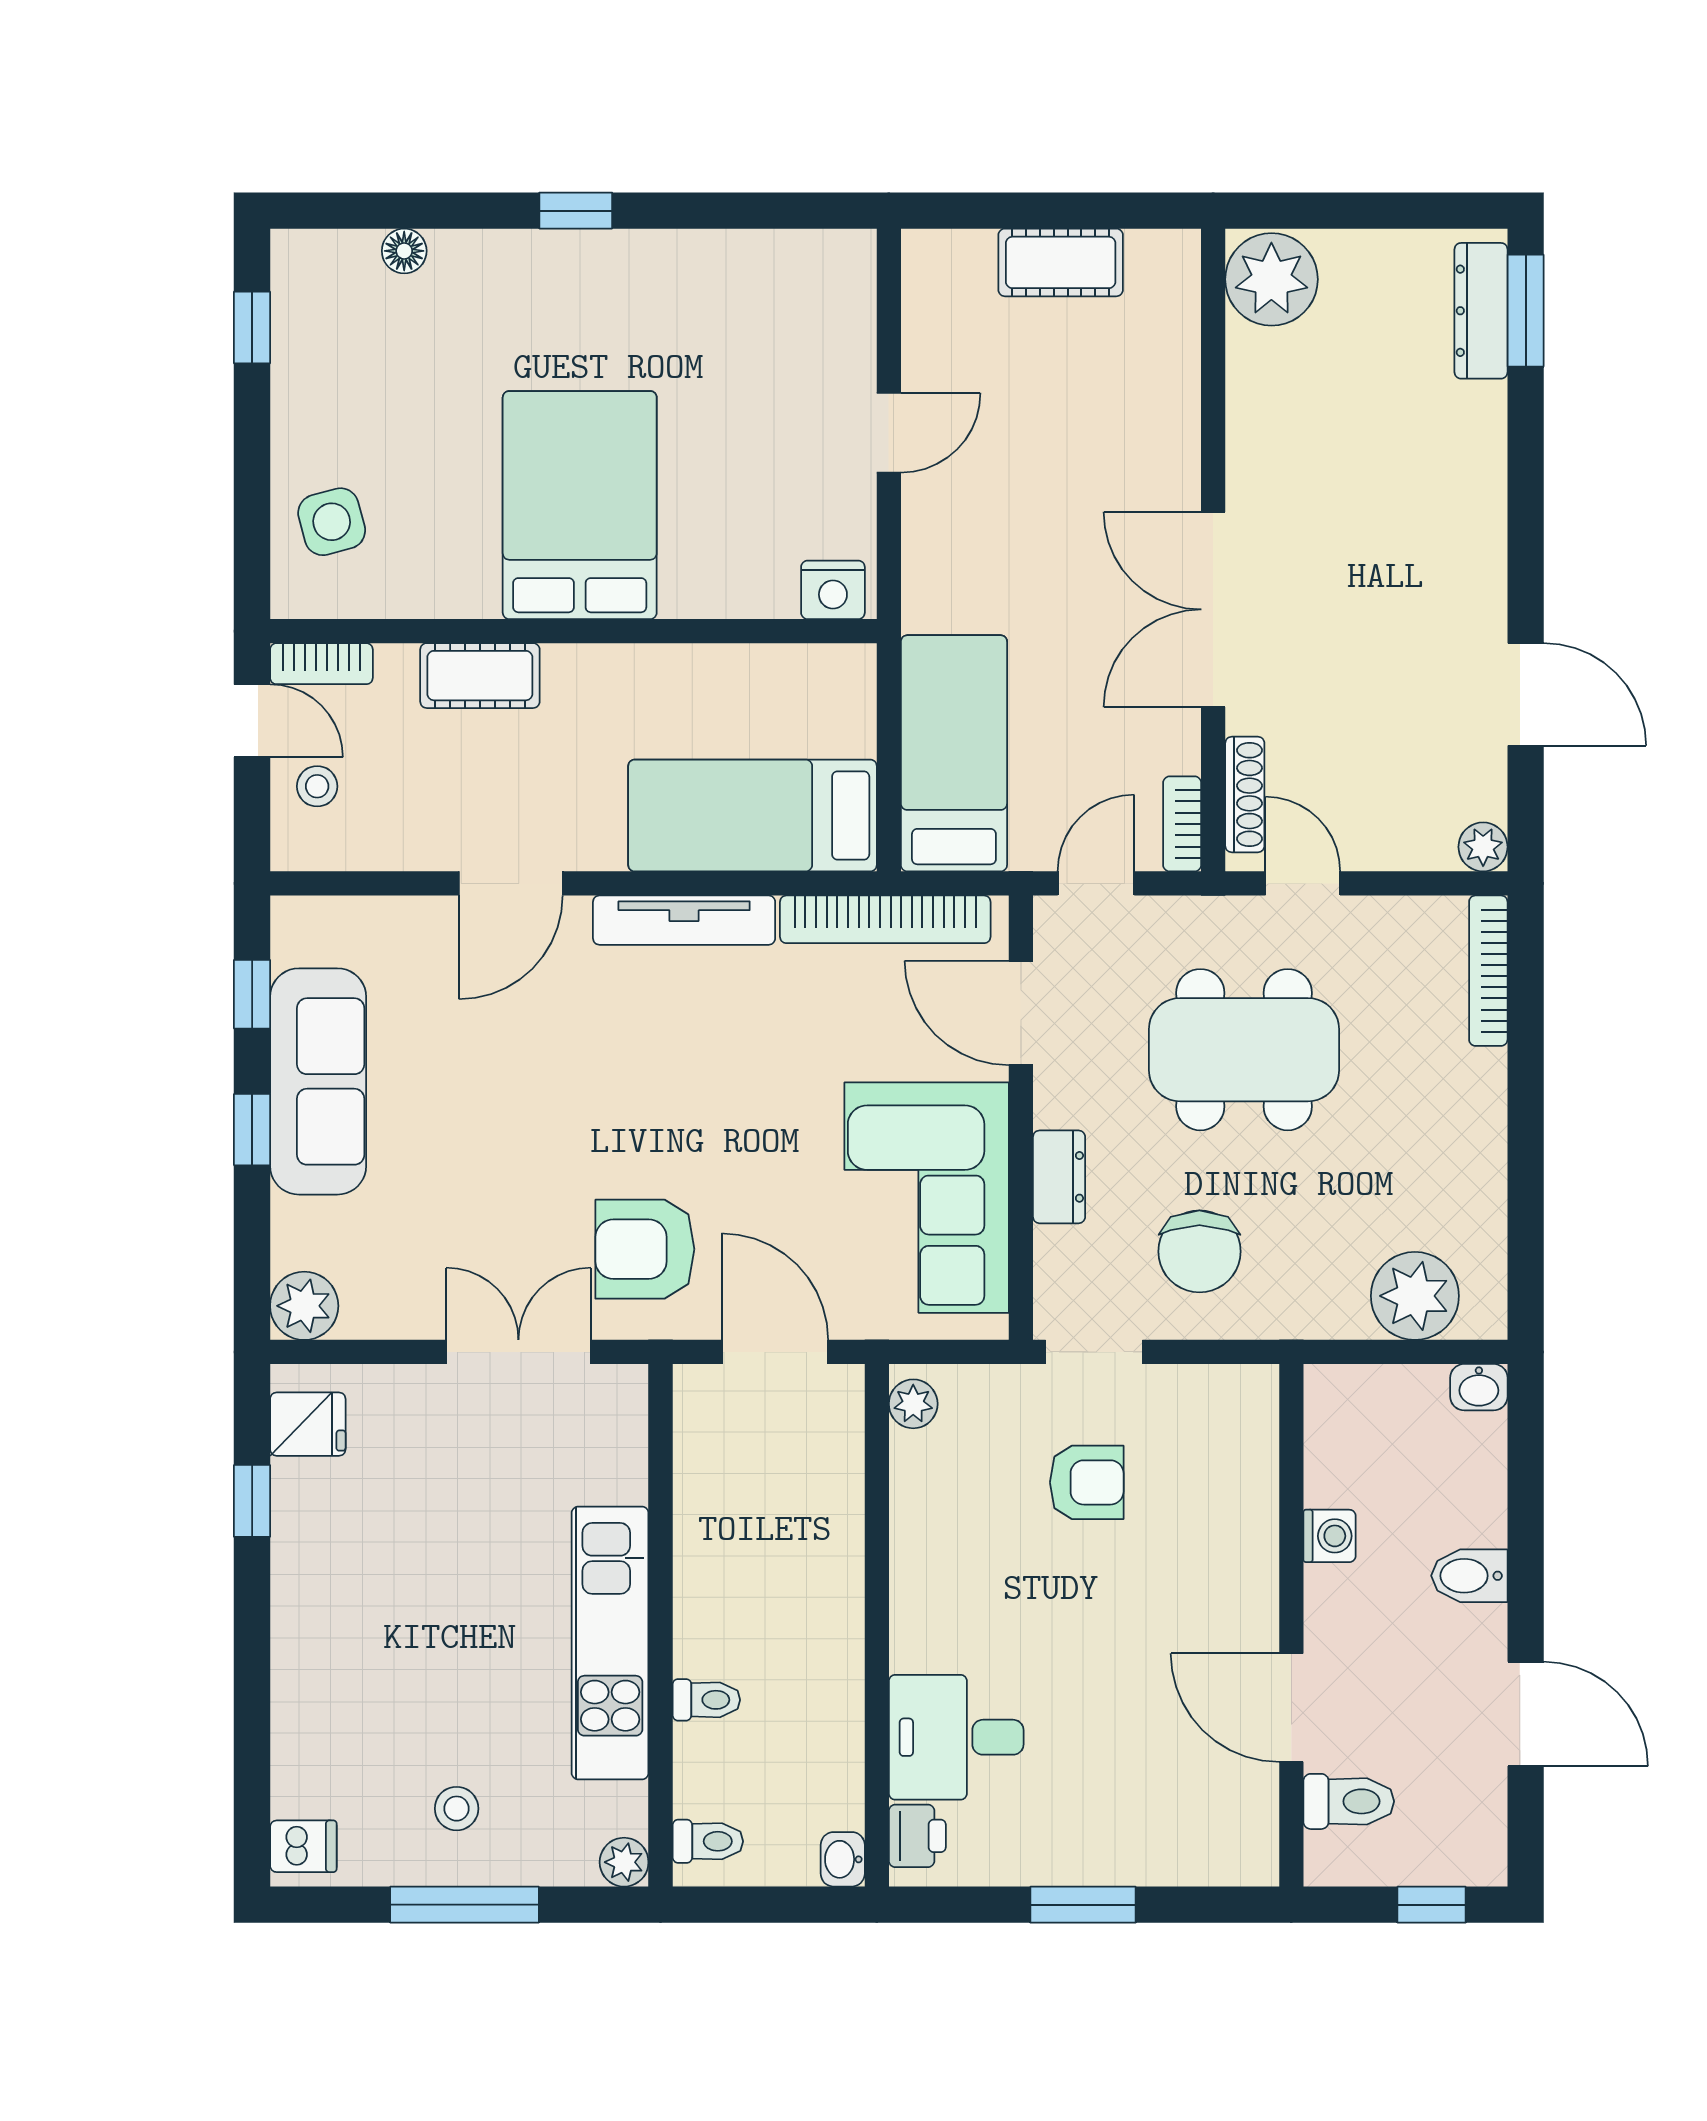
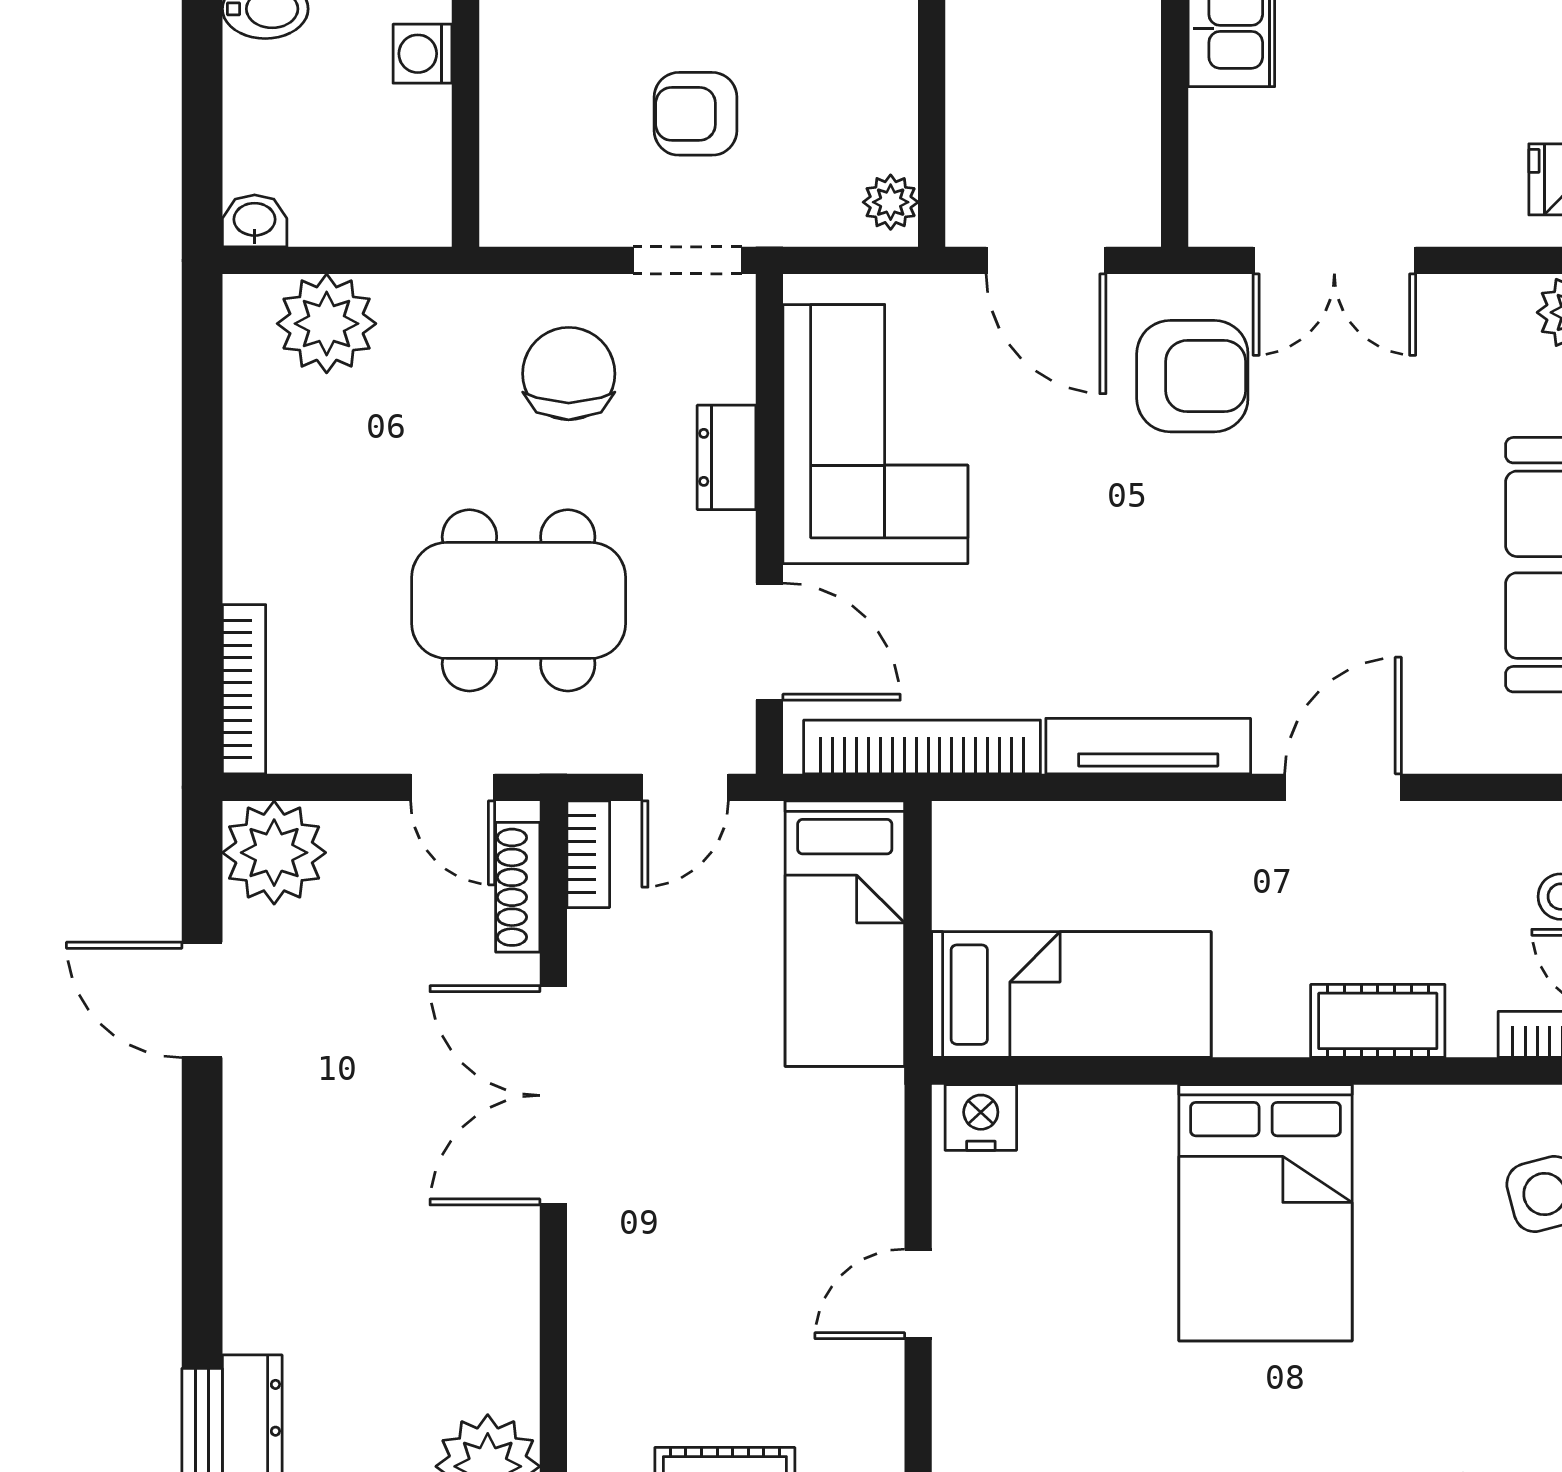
double door: (1213, 609) -> (553, 1095), swing flipped
bed: (752, 815) -> (1071, 995), moved
plant: (1483, 847) -> (274, 853), width x1.88, depth x1.88

